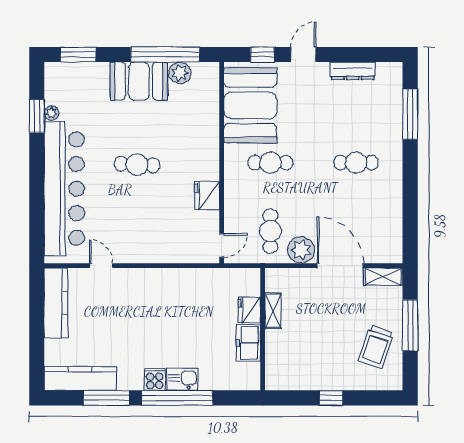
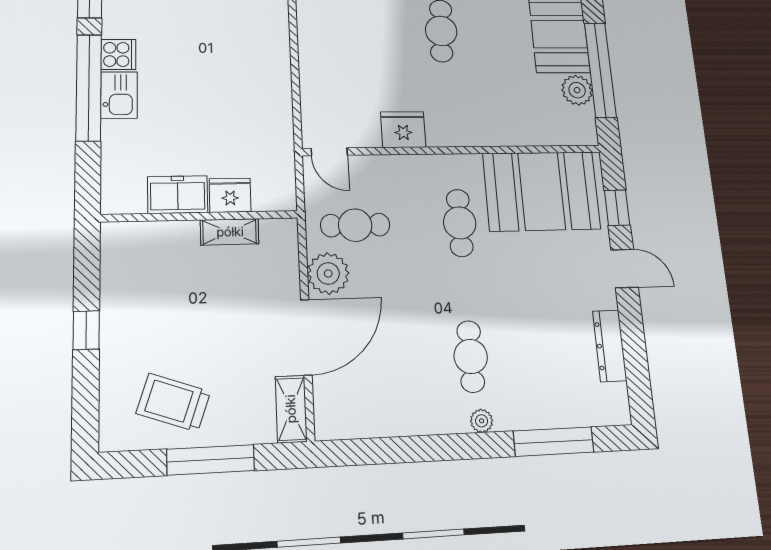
plant: (395, 159) -> (482, 421), added

